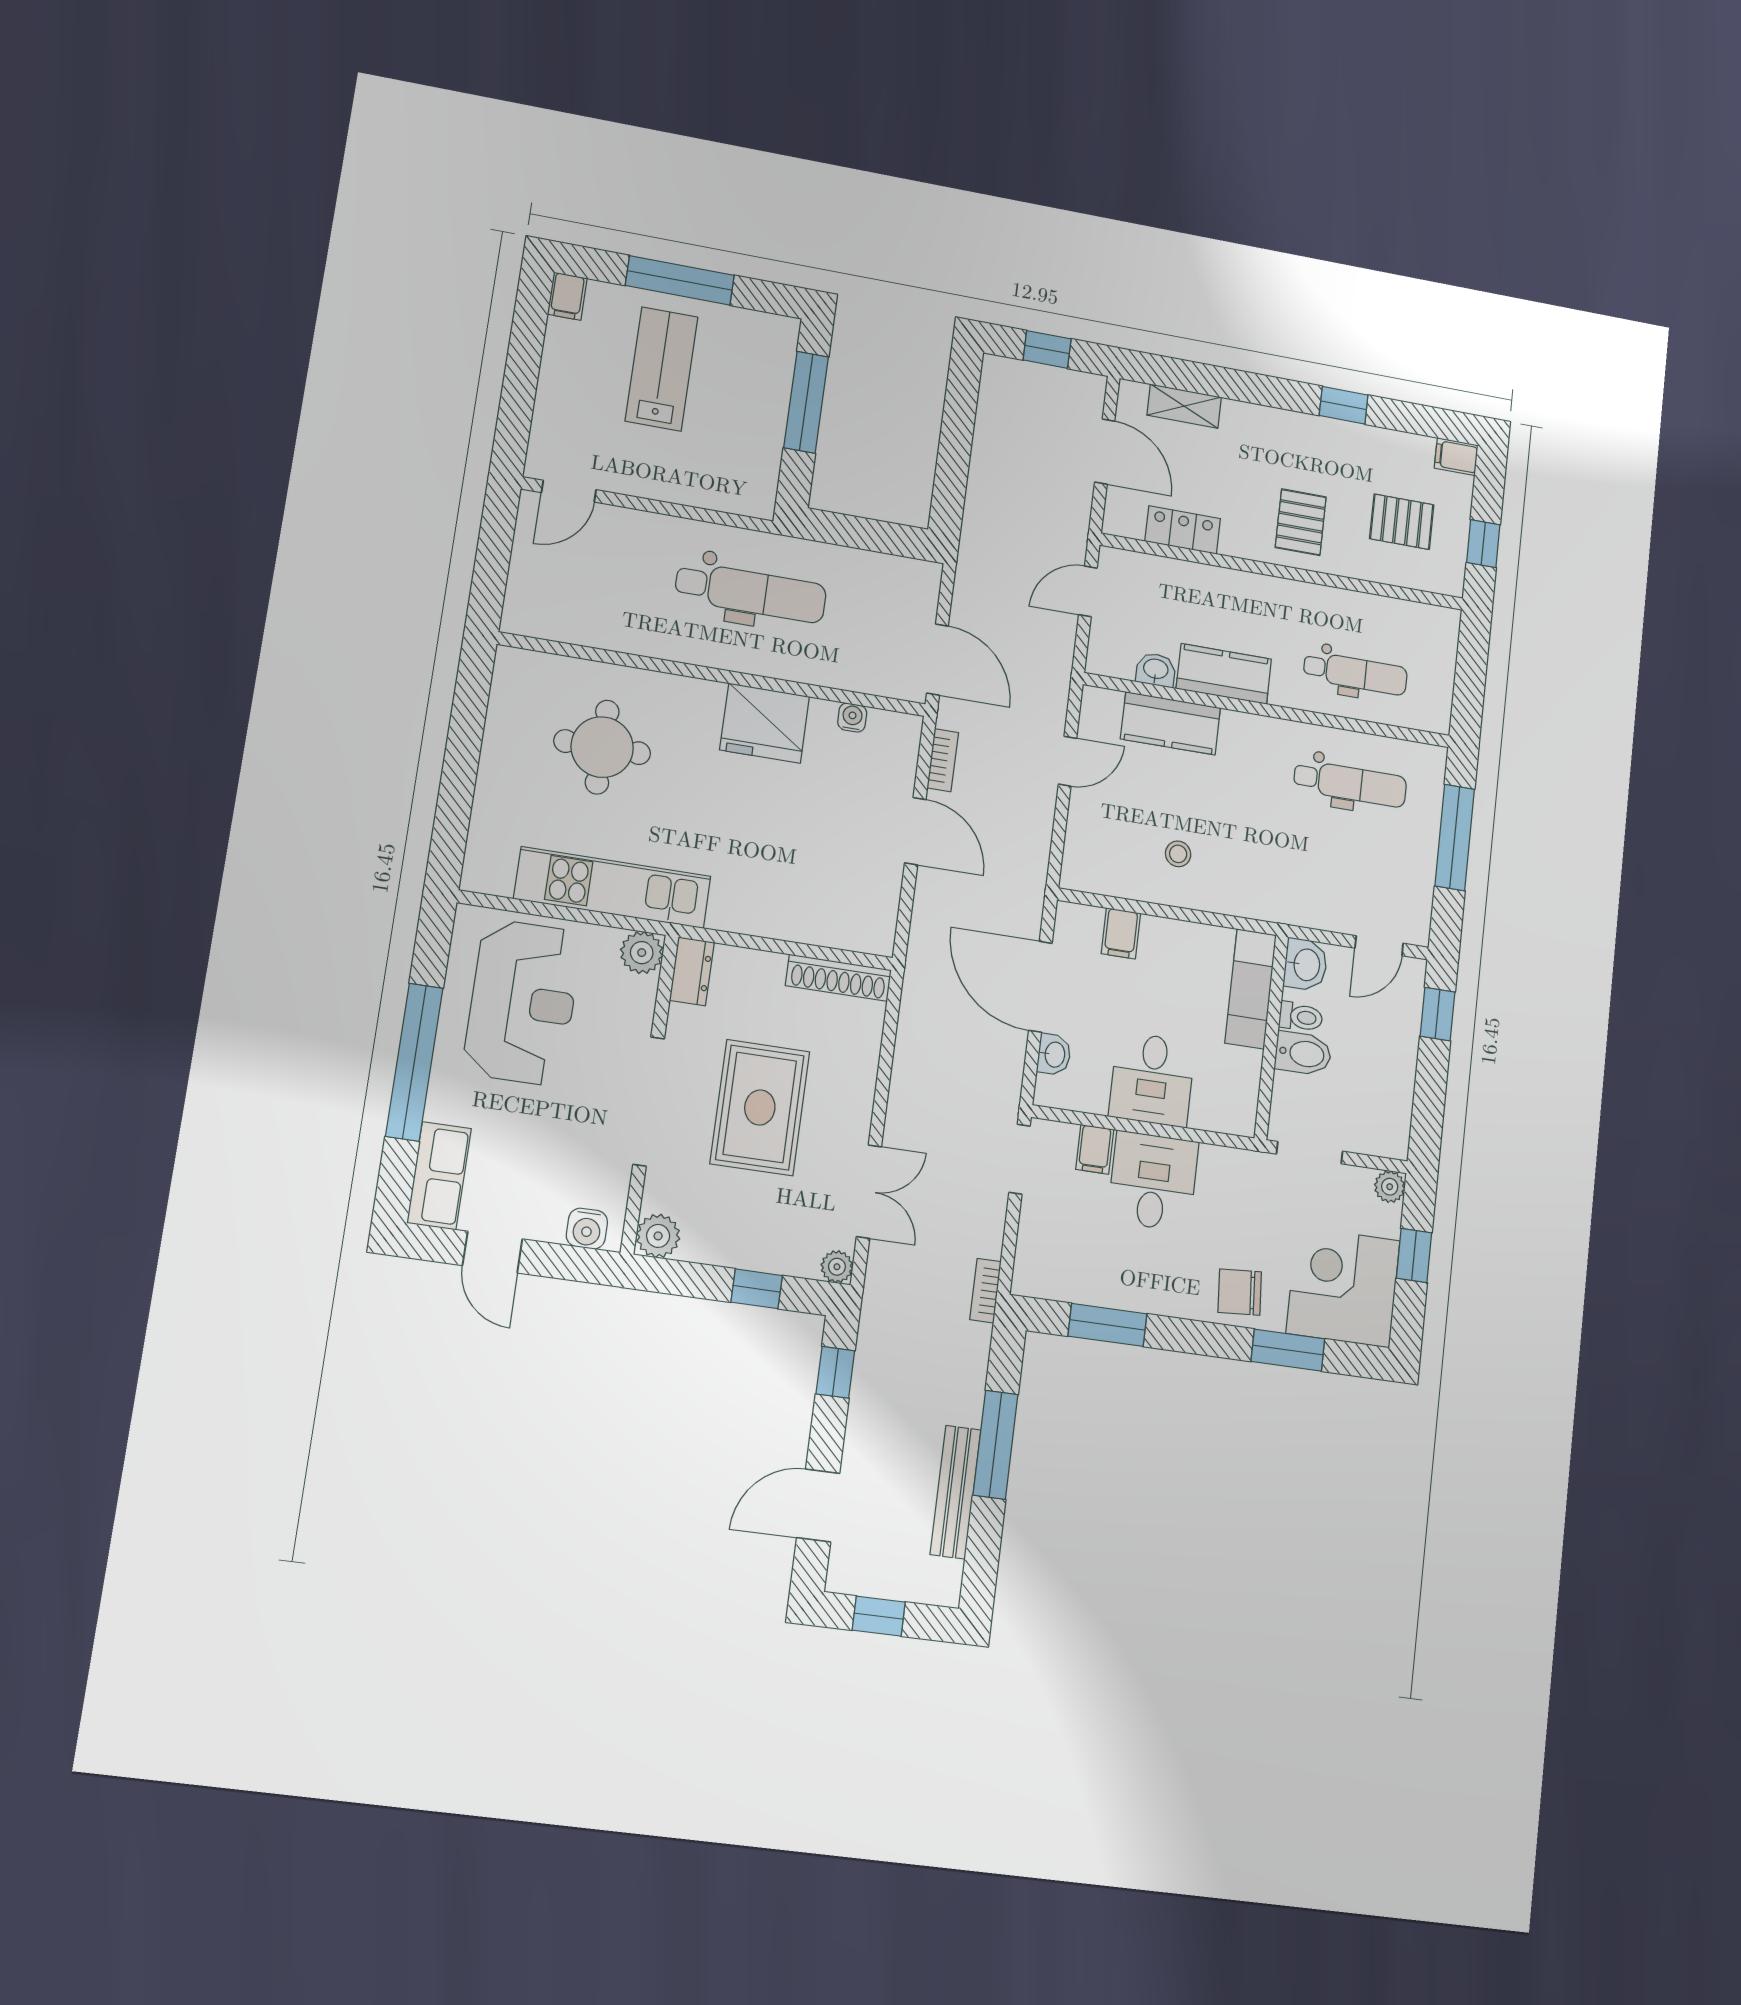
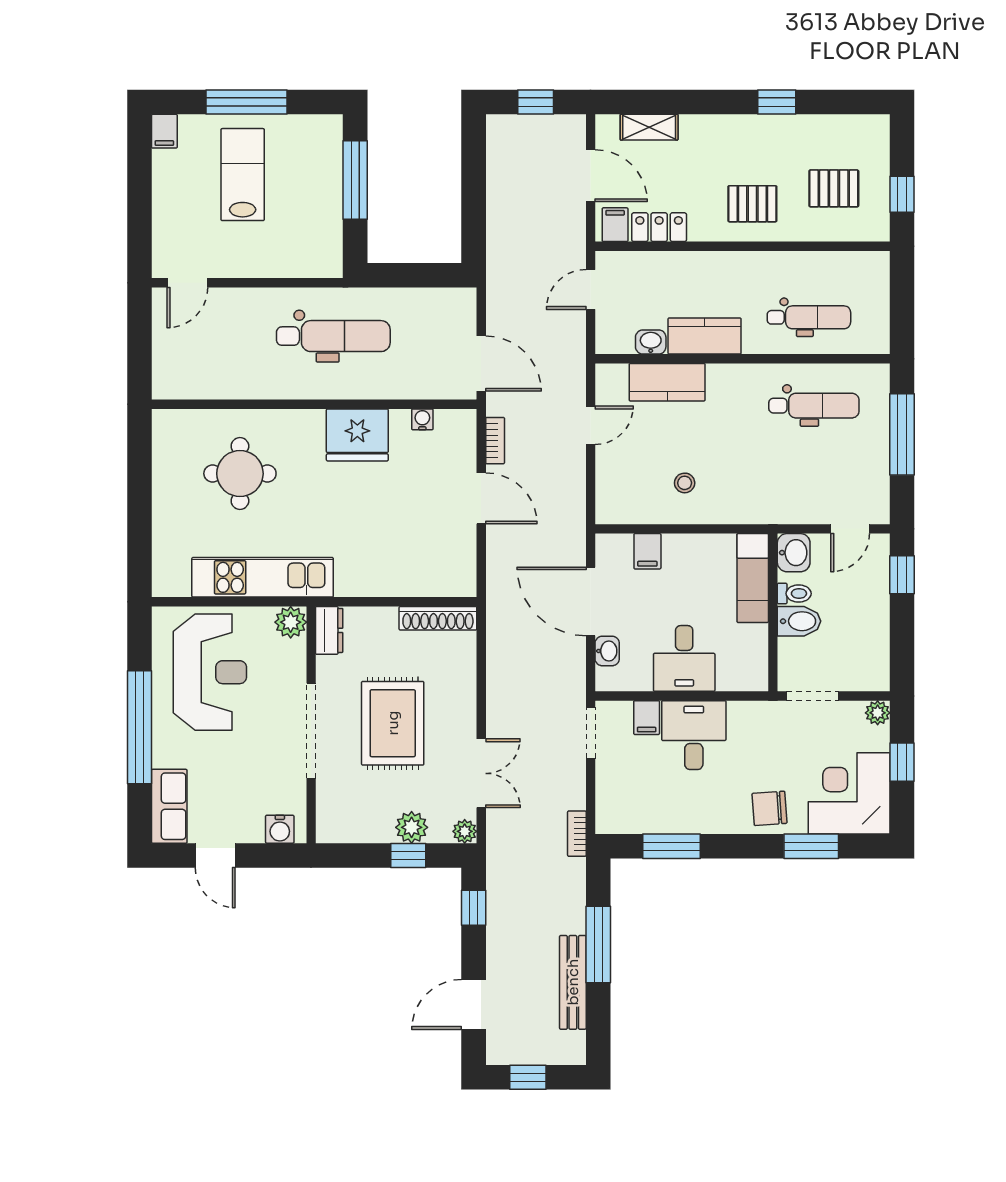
filing cabinet: (1456, 457) -> (615, 225), moved, turned 90
pallet: (1301, 522) -> (752, 204), turned 90
plant: (658, 1236) -> (412, 827), moved

